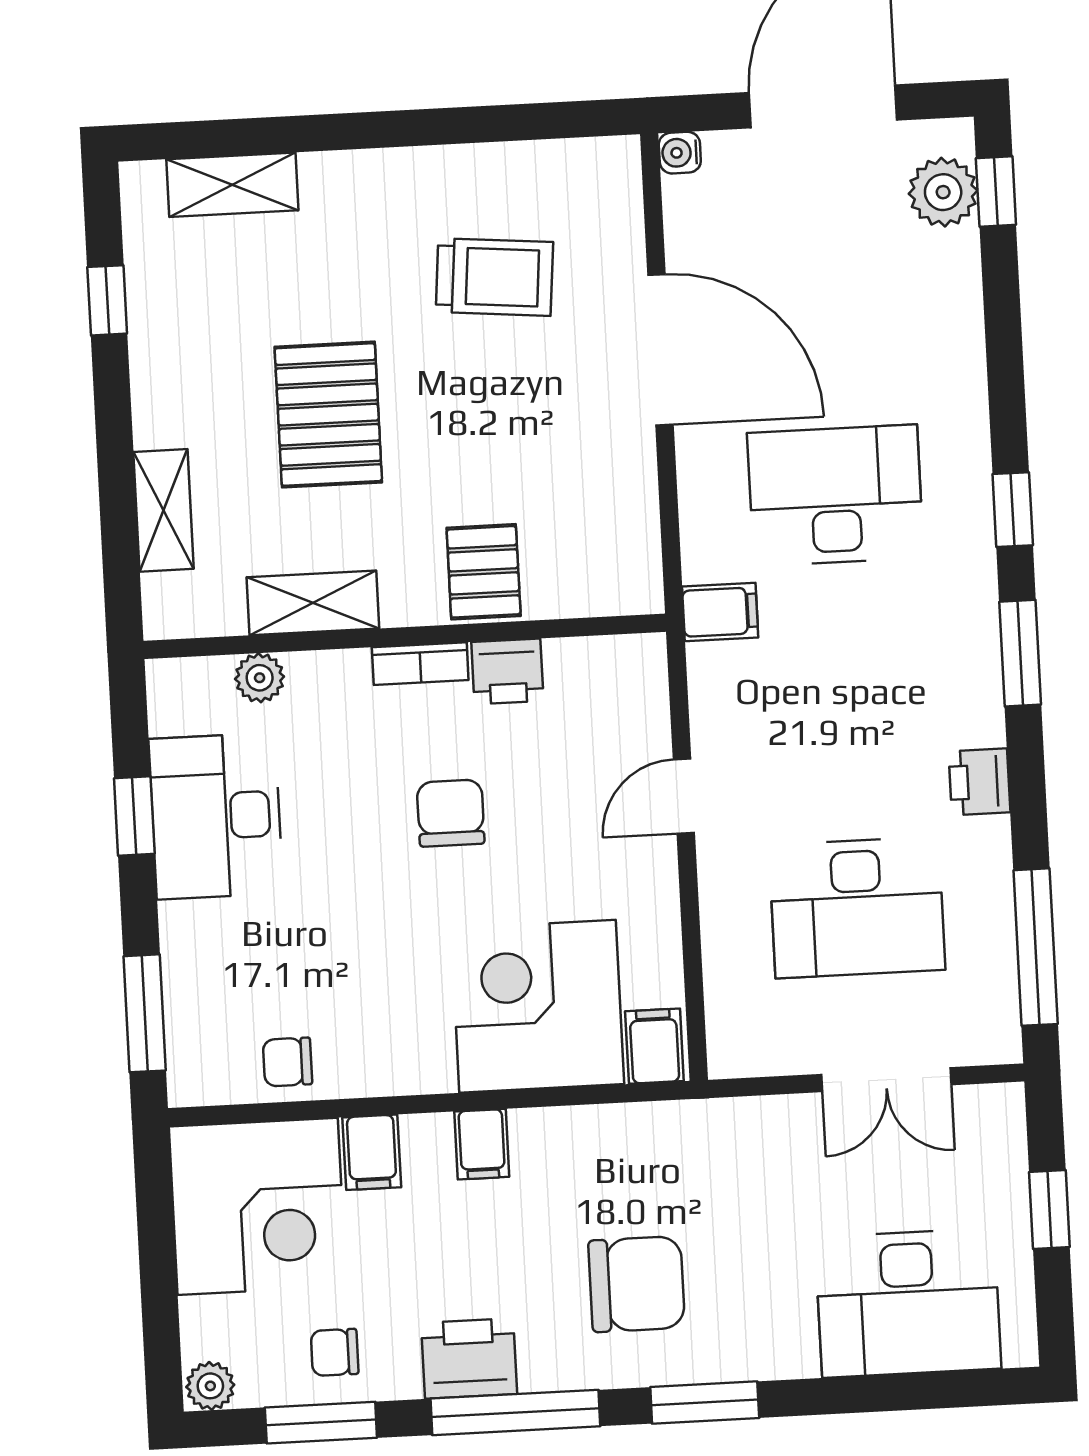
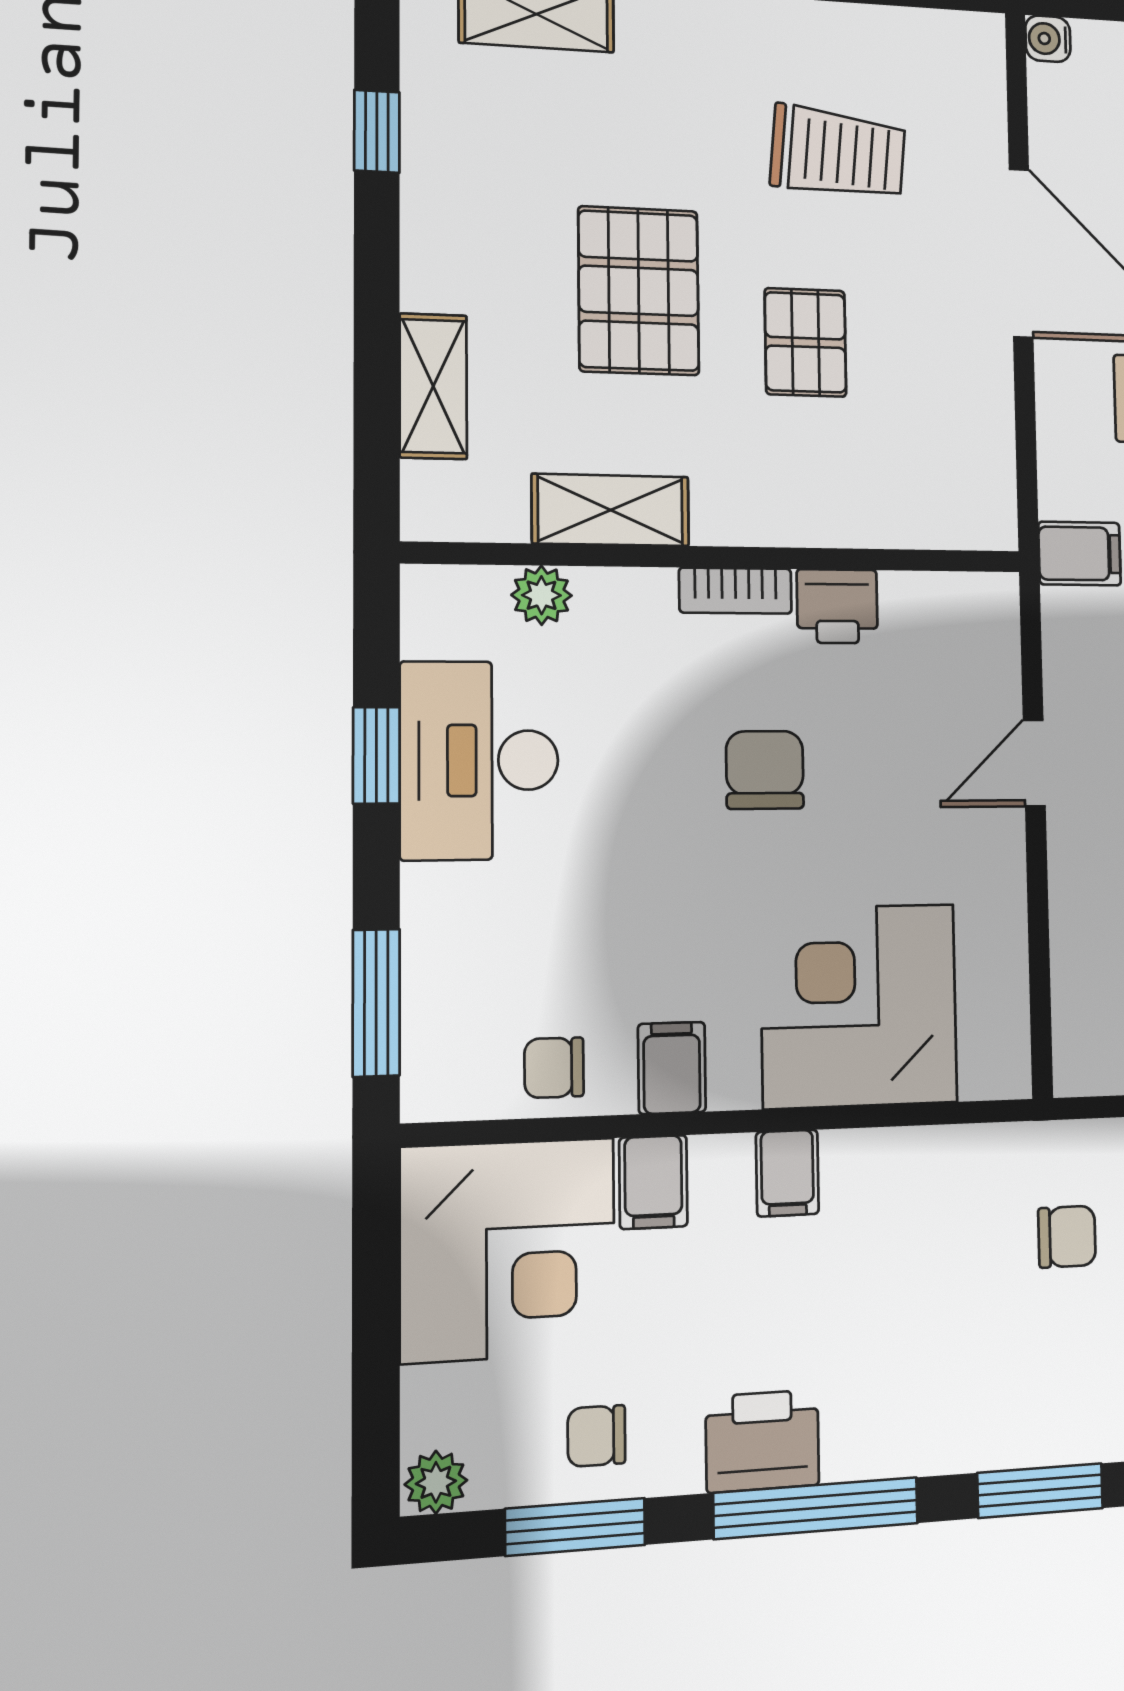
pallet: (484, 572) -> (805, 342), moved
filing cabinet: (654, 1046) -> (672, 1068), moved
chair: (637, 1284) -> (1067, 1237), moved, width x0.54, depth x0.54

